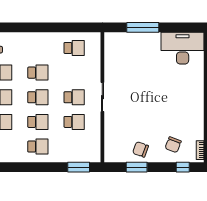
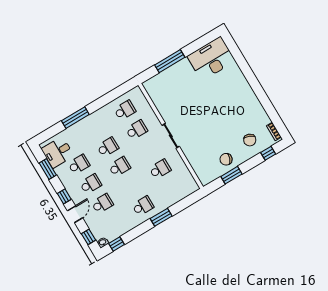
window: (24, 27) -> (75, 118), added
school desk: (74, 97) -> (137, 130), moved
school desk: (38, 122) -> (131, 186), removed
window: (79, 167) -> (161, 217), moved

